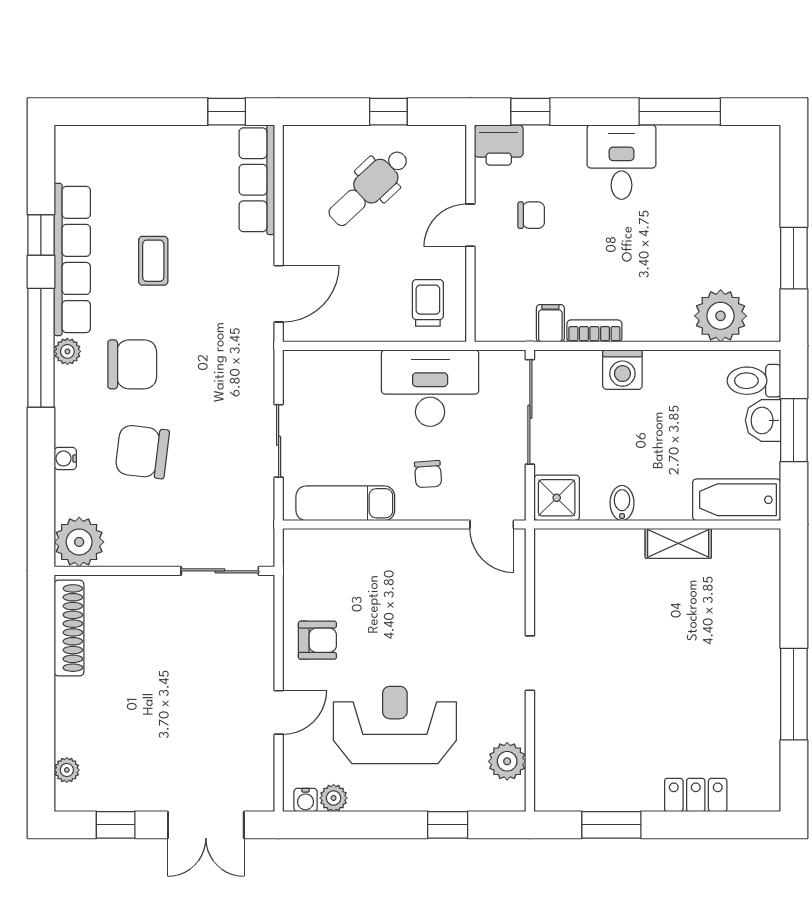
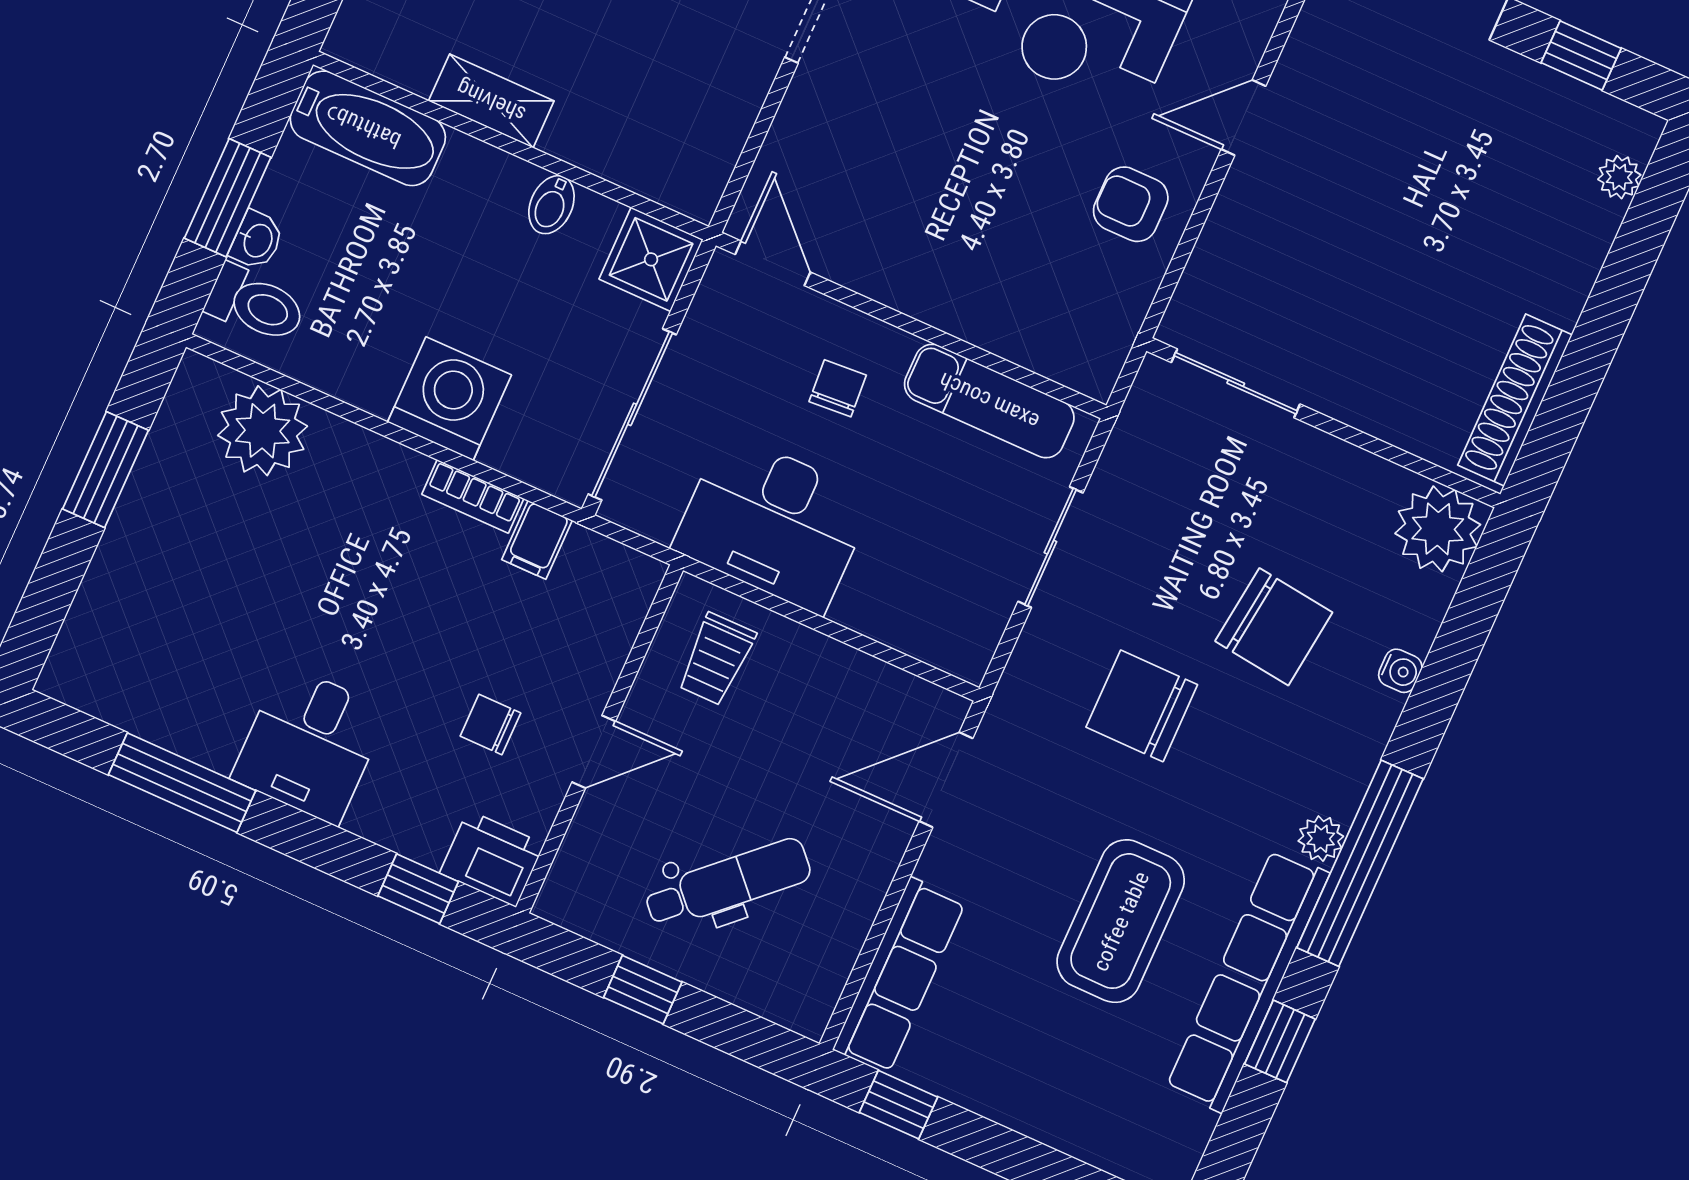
coffee table: (153, 261) -> (1121, 921), width x1.86, depth x1.72
chair: (132, 364) -> (1142, 706), moved
washing machine: (622, 370) -> (449, 399), width x1.37, depth x1.37
washbasin: (763, 420) -> (257, 240), width x0.72, depth x0.69

